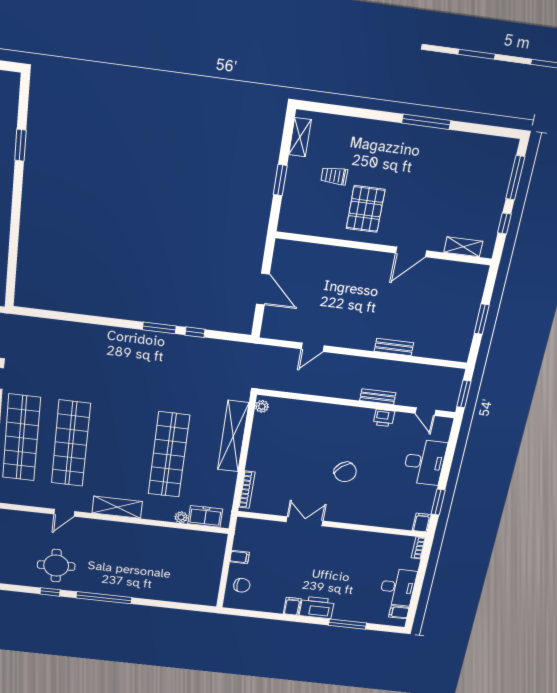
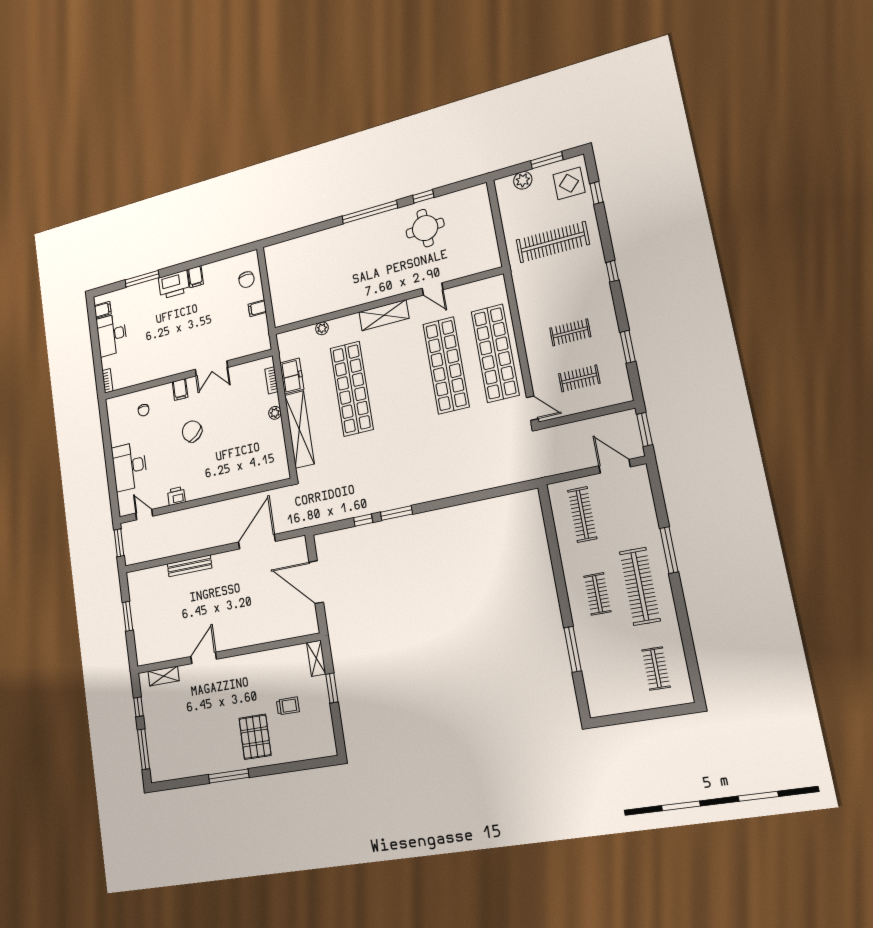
shelving: (300, 137) -> (316, 658), moved
window: (20, 145) -> (573, 649), width x1.44
pallet: (366, 209) -> (255, 737), moved
door: (263, 289) -> (316, 582), width x1.36
door: (313, 347) -> (257, 542), width x1.88
bench: (394, 347) -> (190, 566), width x1.36
bench: (378, 397) -> (188, 514), removed
plant: (262, 406) -> (275, 413), moved
bookcase: (247, 490) -> (271, 380), width x0.64
window: (438, 502) -> (106, 432), removed
chair: (390, 509) -> (144, 410), added
door: (64, 513) -> (433, 289), swing flipped
freezer: (205, 516) -> (292, 376), moved, turned -90
filing cabinet: (422, 523) -> (180, 389), moved
chair: (242, 585) -> (246, 280), turned -92

